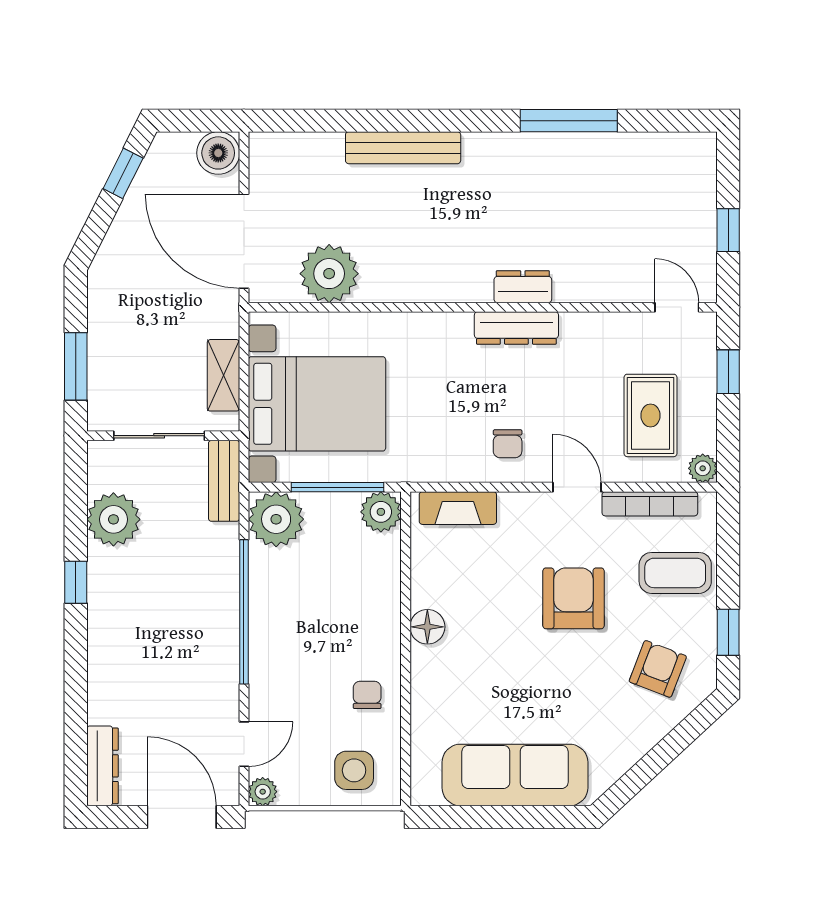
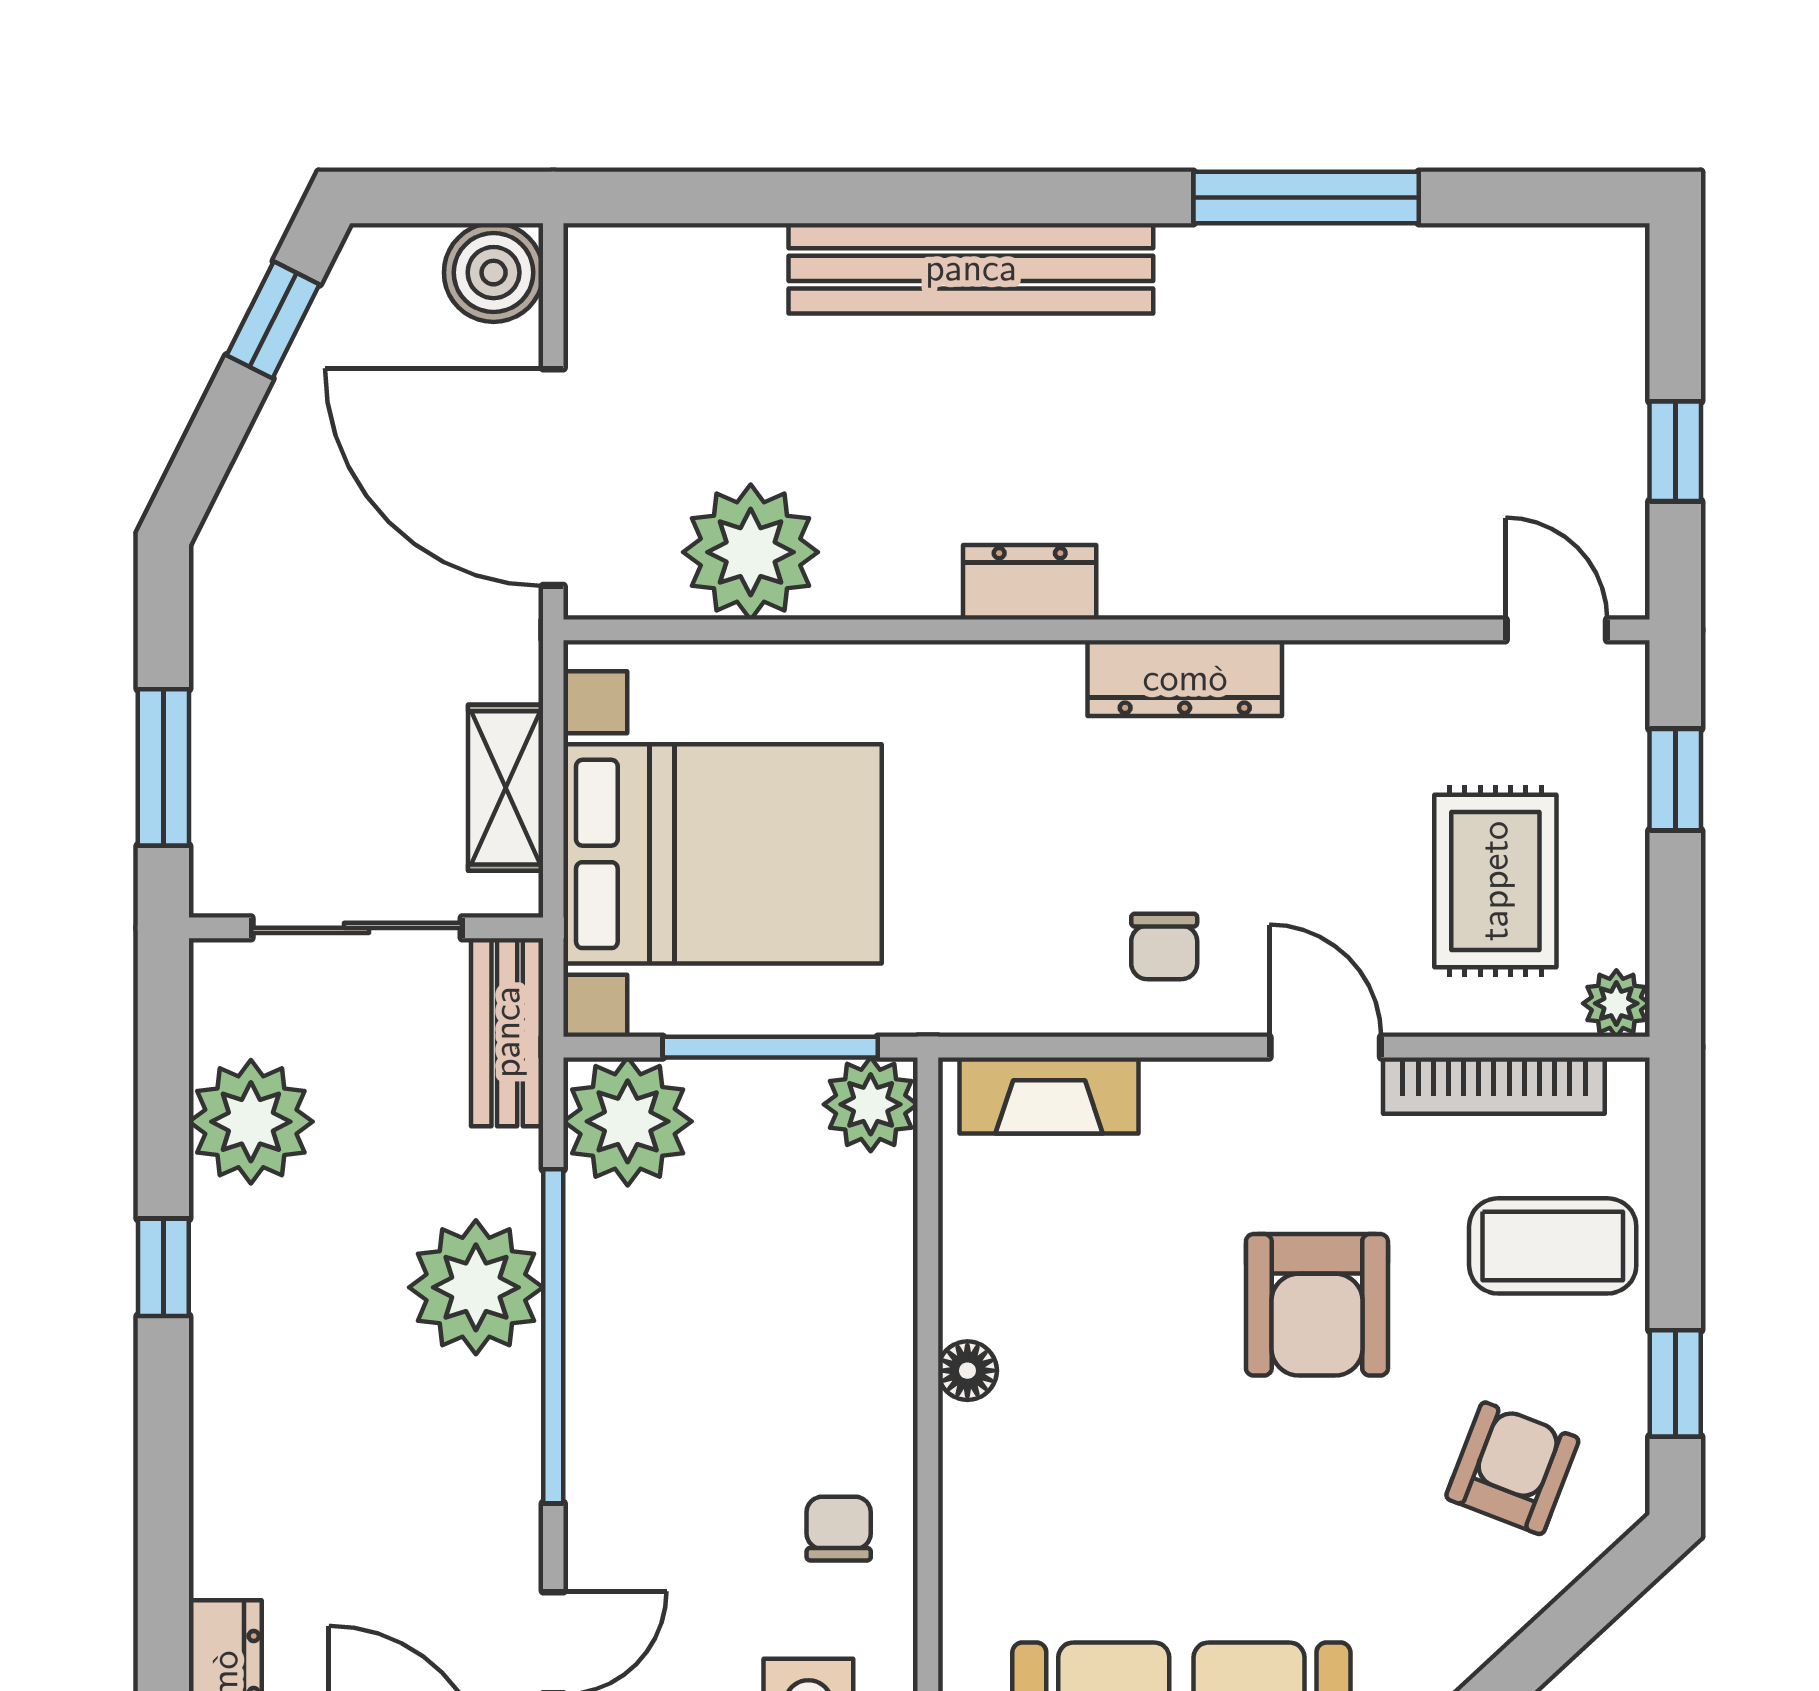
bench: (403, 148) -> (971, 268), width x1.37, depth x1.21
dresser: (523, 287) -> (1030, 582), moved
plant: (211, 591) -> (476, 1287), added
armchair: (573, 598) -> (1317, 1305), turned 180
floor lamp: (427, 627) -> (967, 1371), width x0.73, depth x0.73

